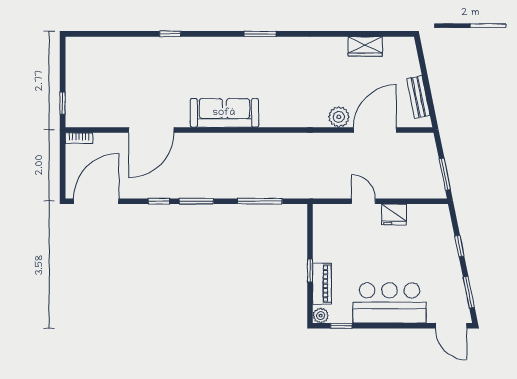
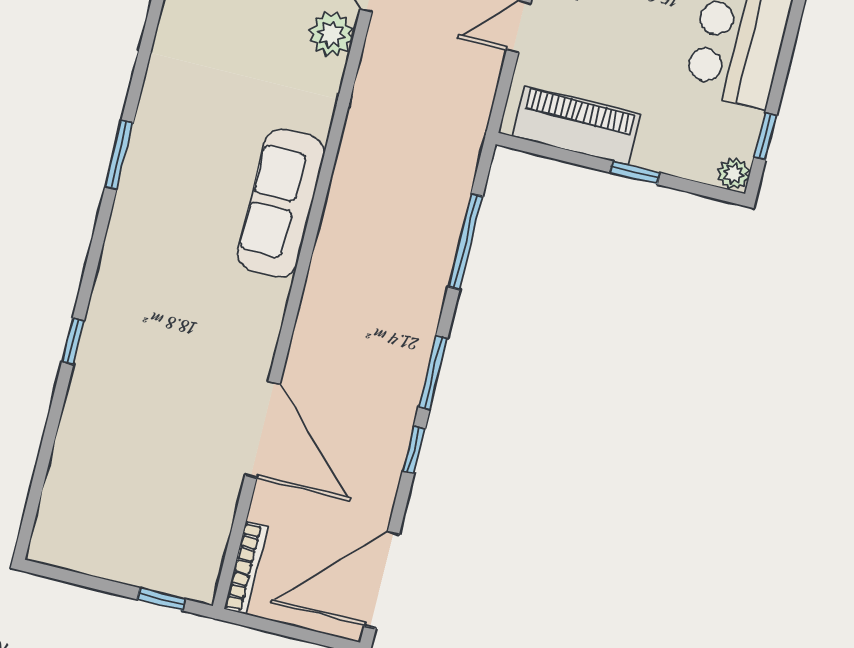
sofa: (224, 113) -> (281, 203), moved
bookcase: (79, 138) -> (246, 568), width x1.56
door: (96, 201) -> (382, 580), hinge flipped
piano: (322, 284) -> (577, 125), moved, width x1.37, depth x1.33

